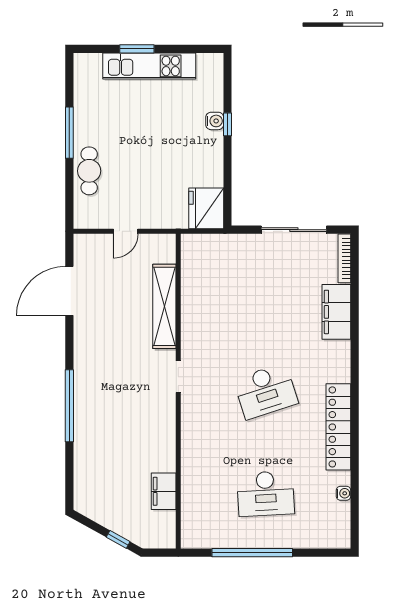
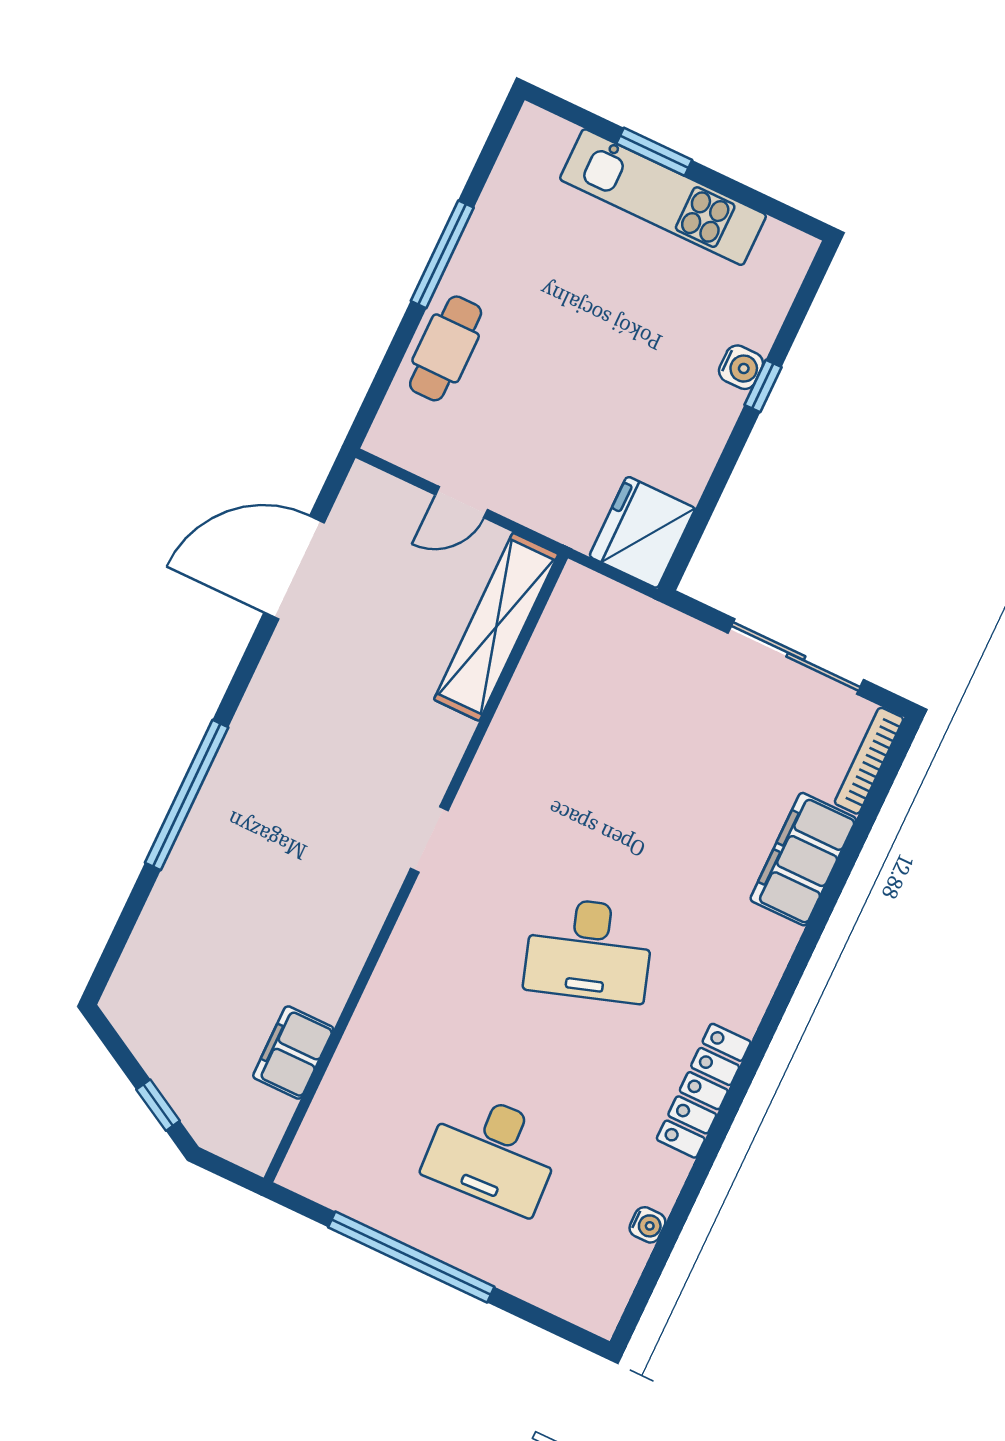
shelving: (164, 306) -> (496, 627), moved
locker: (338, 427) -> (704, 1091), width x0.71, depth x0.83

